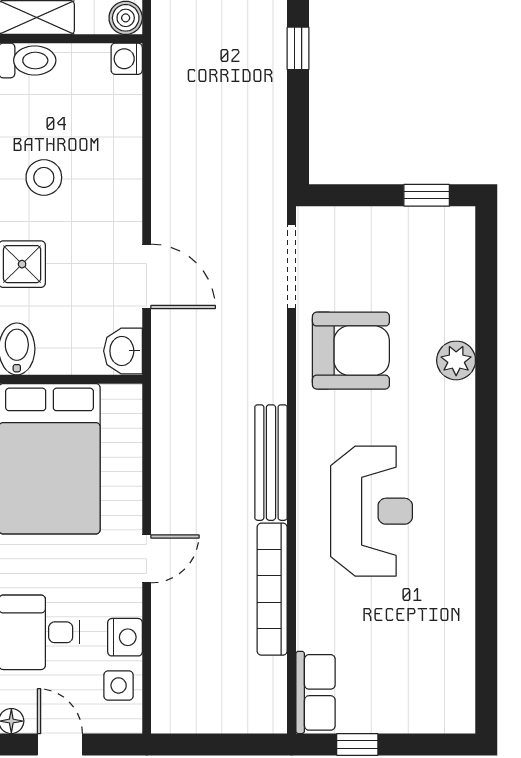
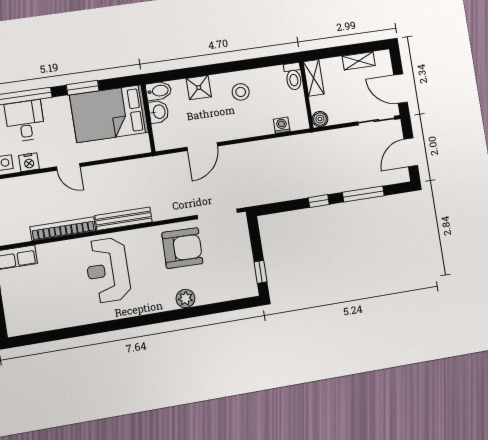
washing machine: (127, 59) -> (282, 125), moved
washbasin: (123, 351) -> (159, 112), moved, turned 90
armchair: (351, 351) -> (182, 248), turned -89
reception desk: (372, 511) -> (108, 270), turned 90

